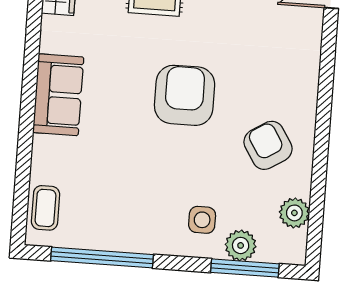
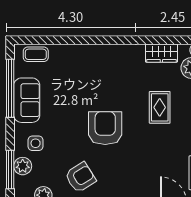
sofa: (58, 95) -> (27, 100), moved, turned -90
armchair: (185, 95) -> (105, 128), turned -90

